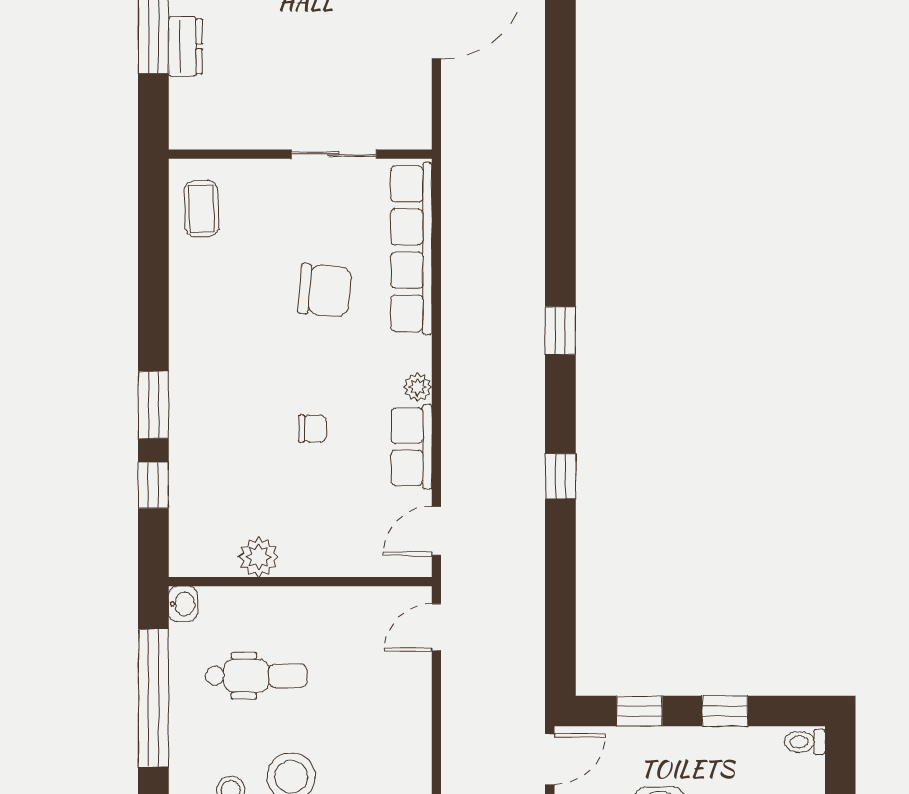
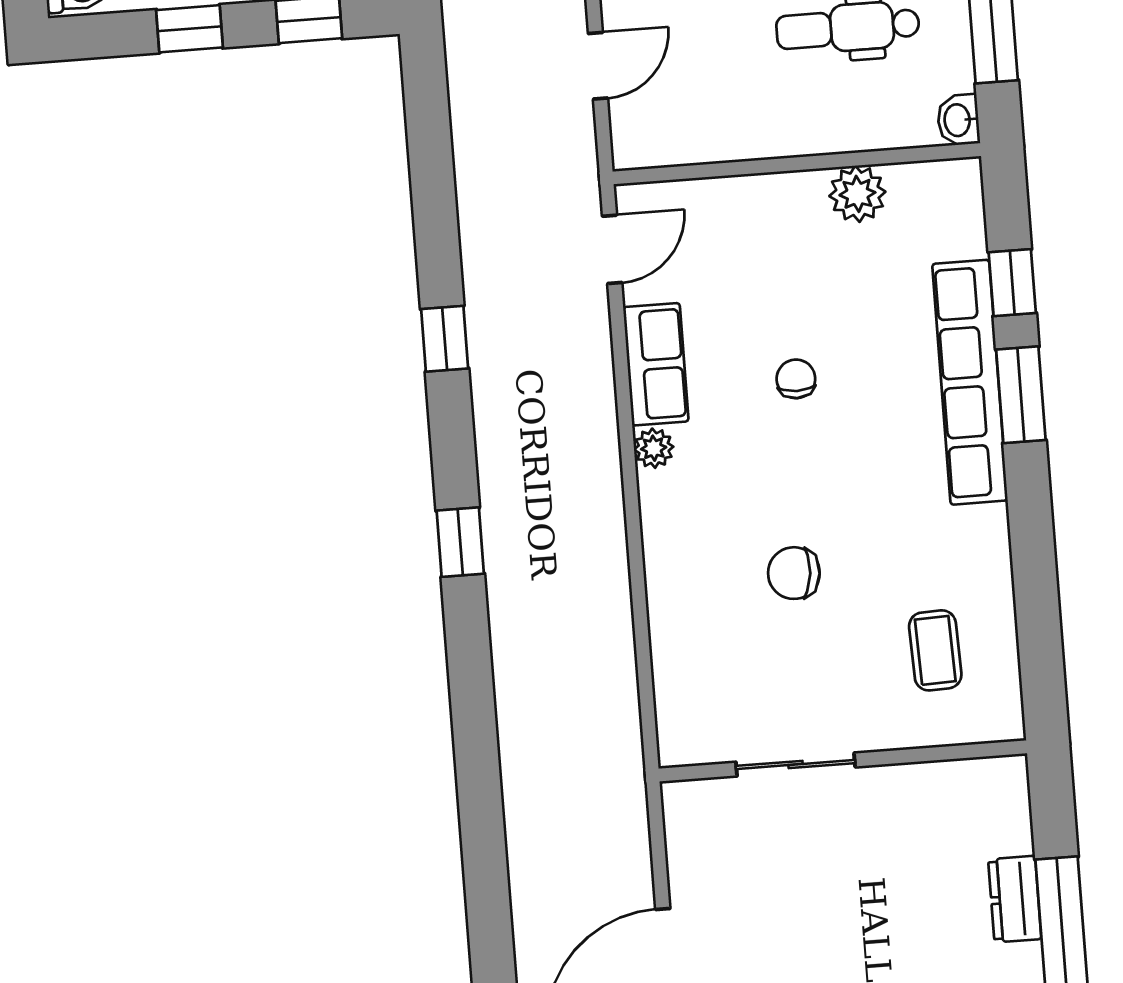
coffee table: (201, 209) -> (935, 650), moved
row of seats: (411, 248) -> (970, 382), moved, turned 180
chair: (325, 290) -> (794, 573), width x0.73, depth x0.73
chair: (313, 429) -> (796, 379), turned 90
door: (436, 627) -> (598, 66), moved

